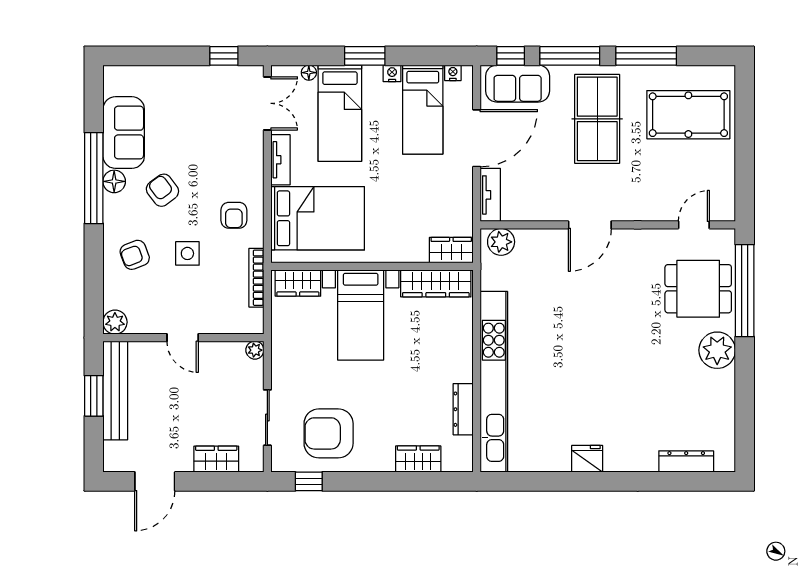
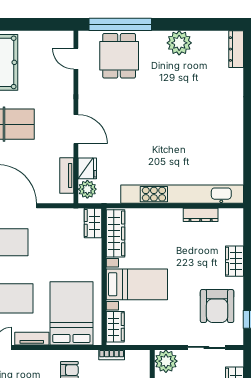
tv unit: (490, 195) -> (67, 175), moved, turned -90
bookcase: (256, 278) -> (112, 355), width x0.64
plant: (255, 350) -> (166, 361), width x1.88, depth x1.88
plant: (717, 350) -> (179, 43), moved
wardrobe: (418, 459) -> (234, 261), moved
fridge: (587, 459) -> (87, 168), moved, turned 180
dresser: (686, 461) -> (236, 49), moved

